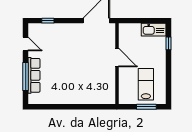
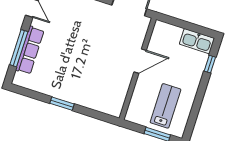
door: (117, 58) -> (140, 61), hinge flipped
window: (70, 107) -> (62, 104), added

